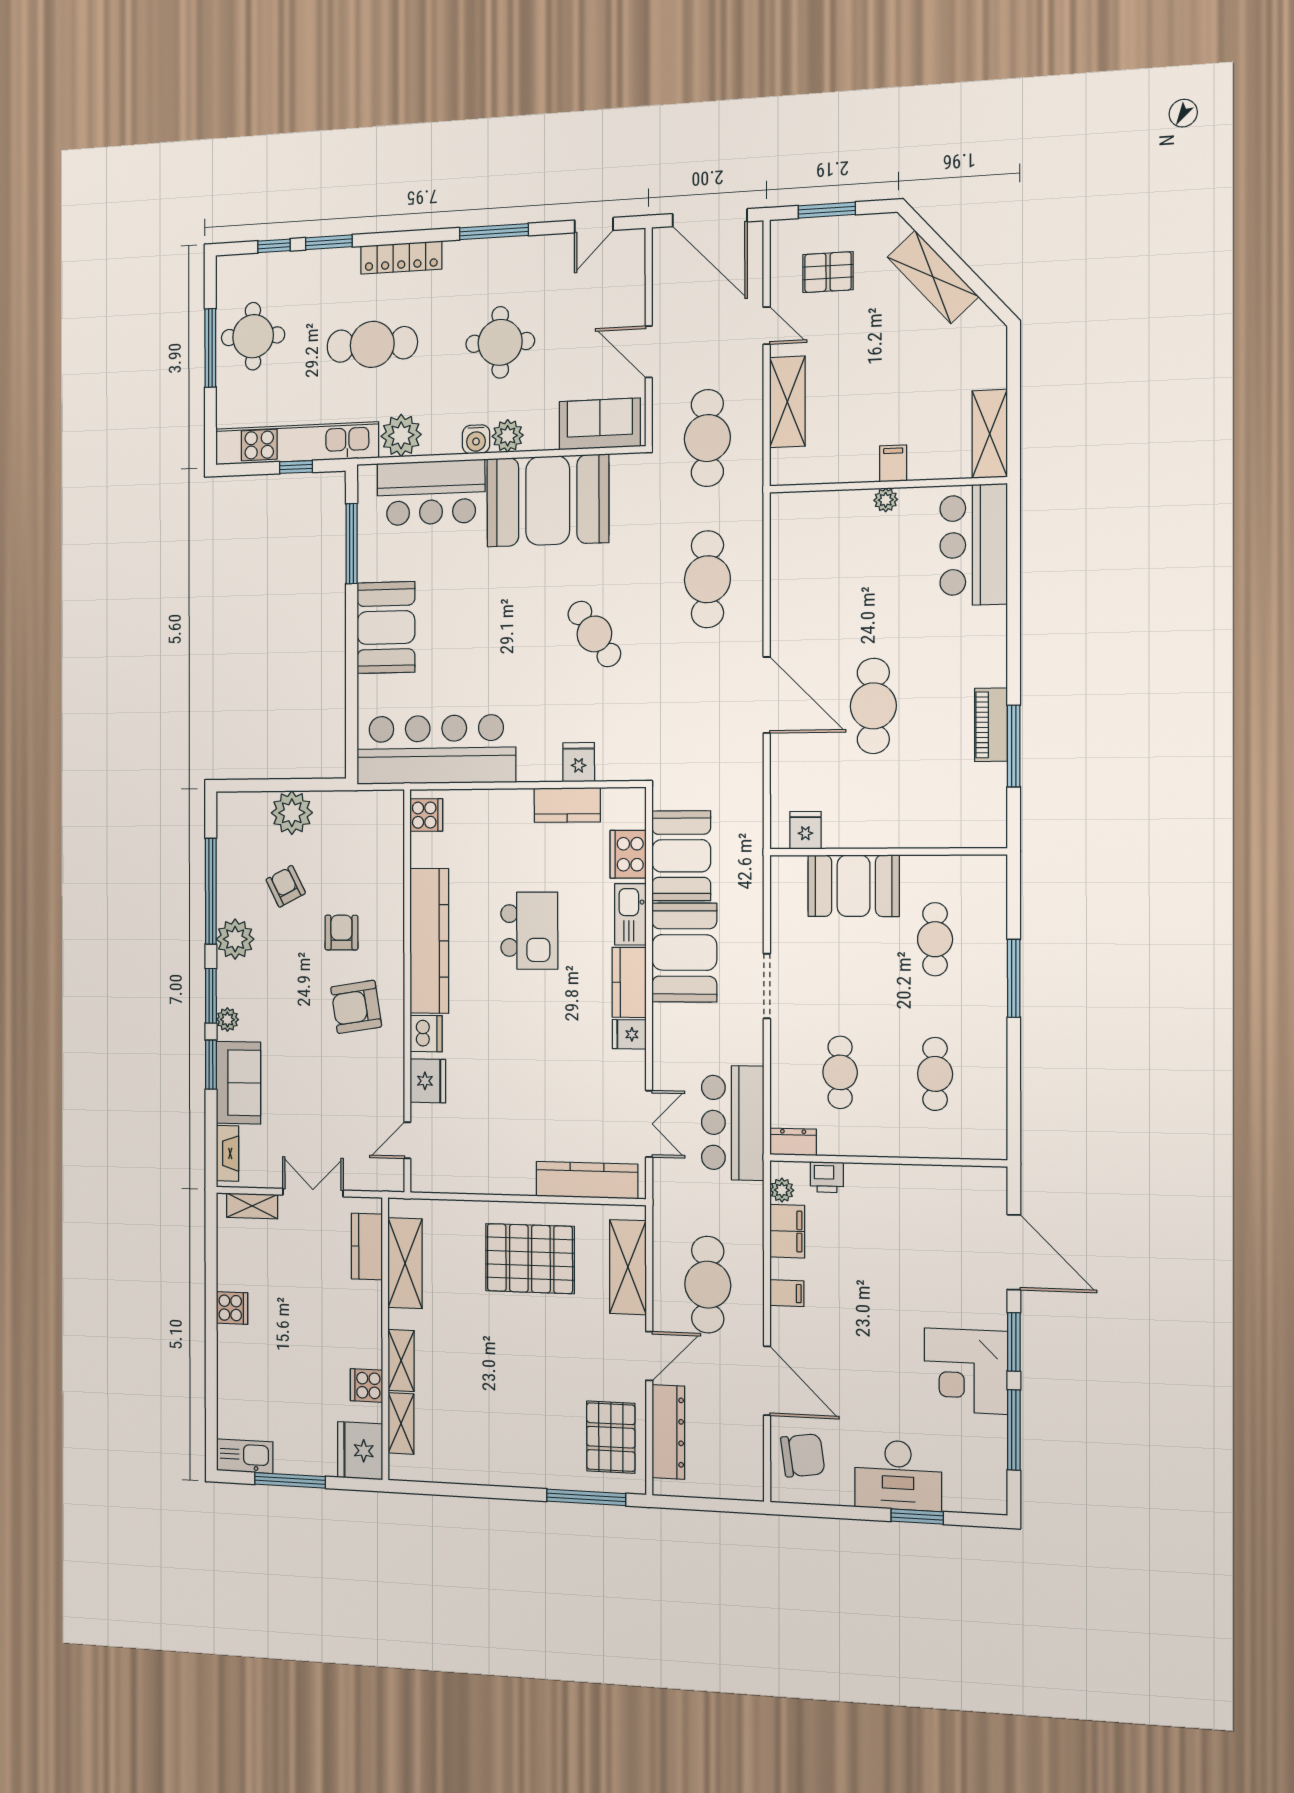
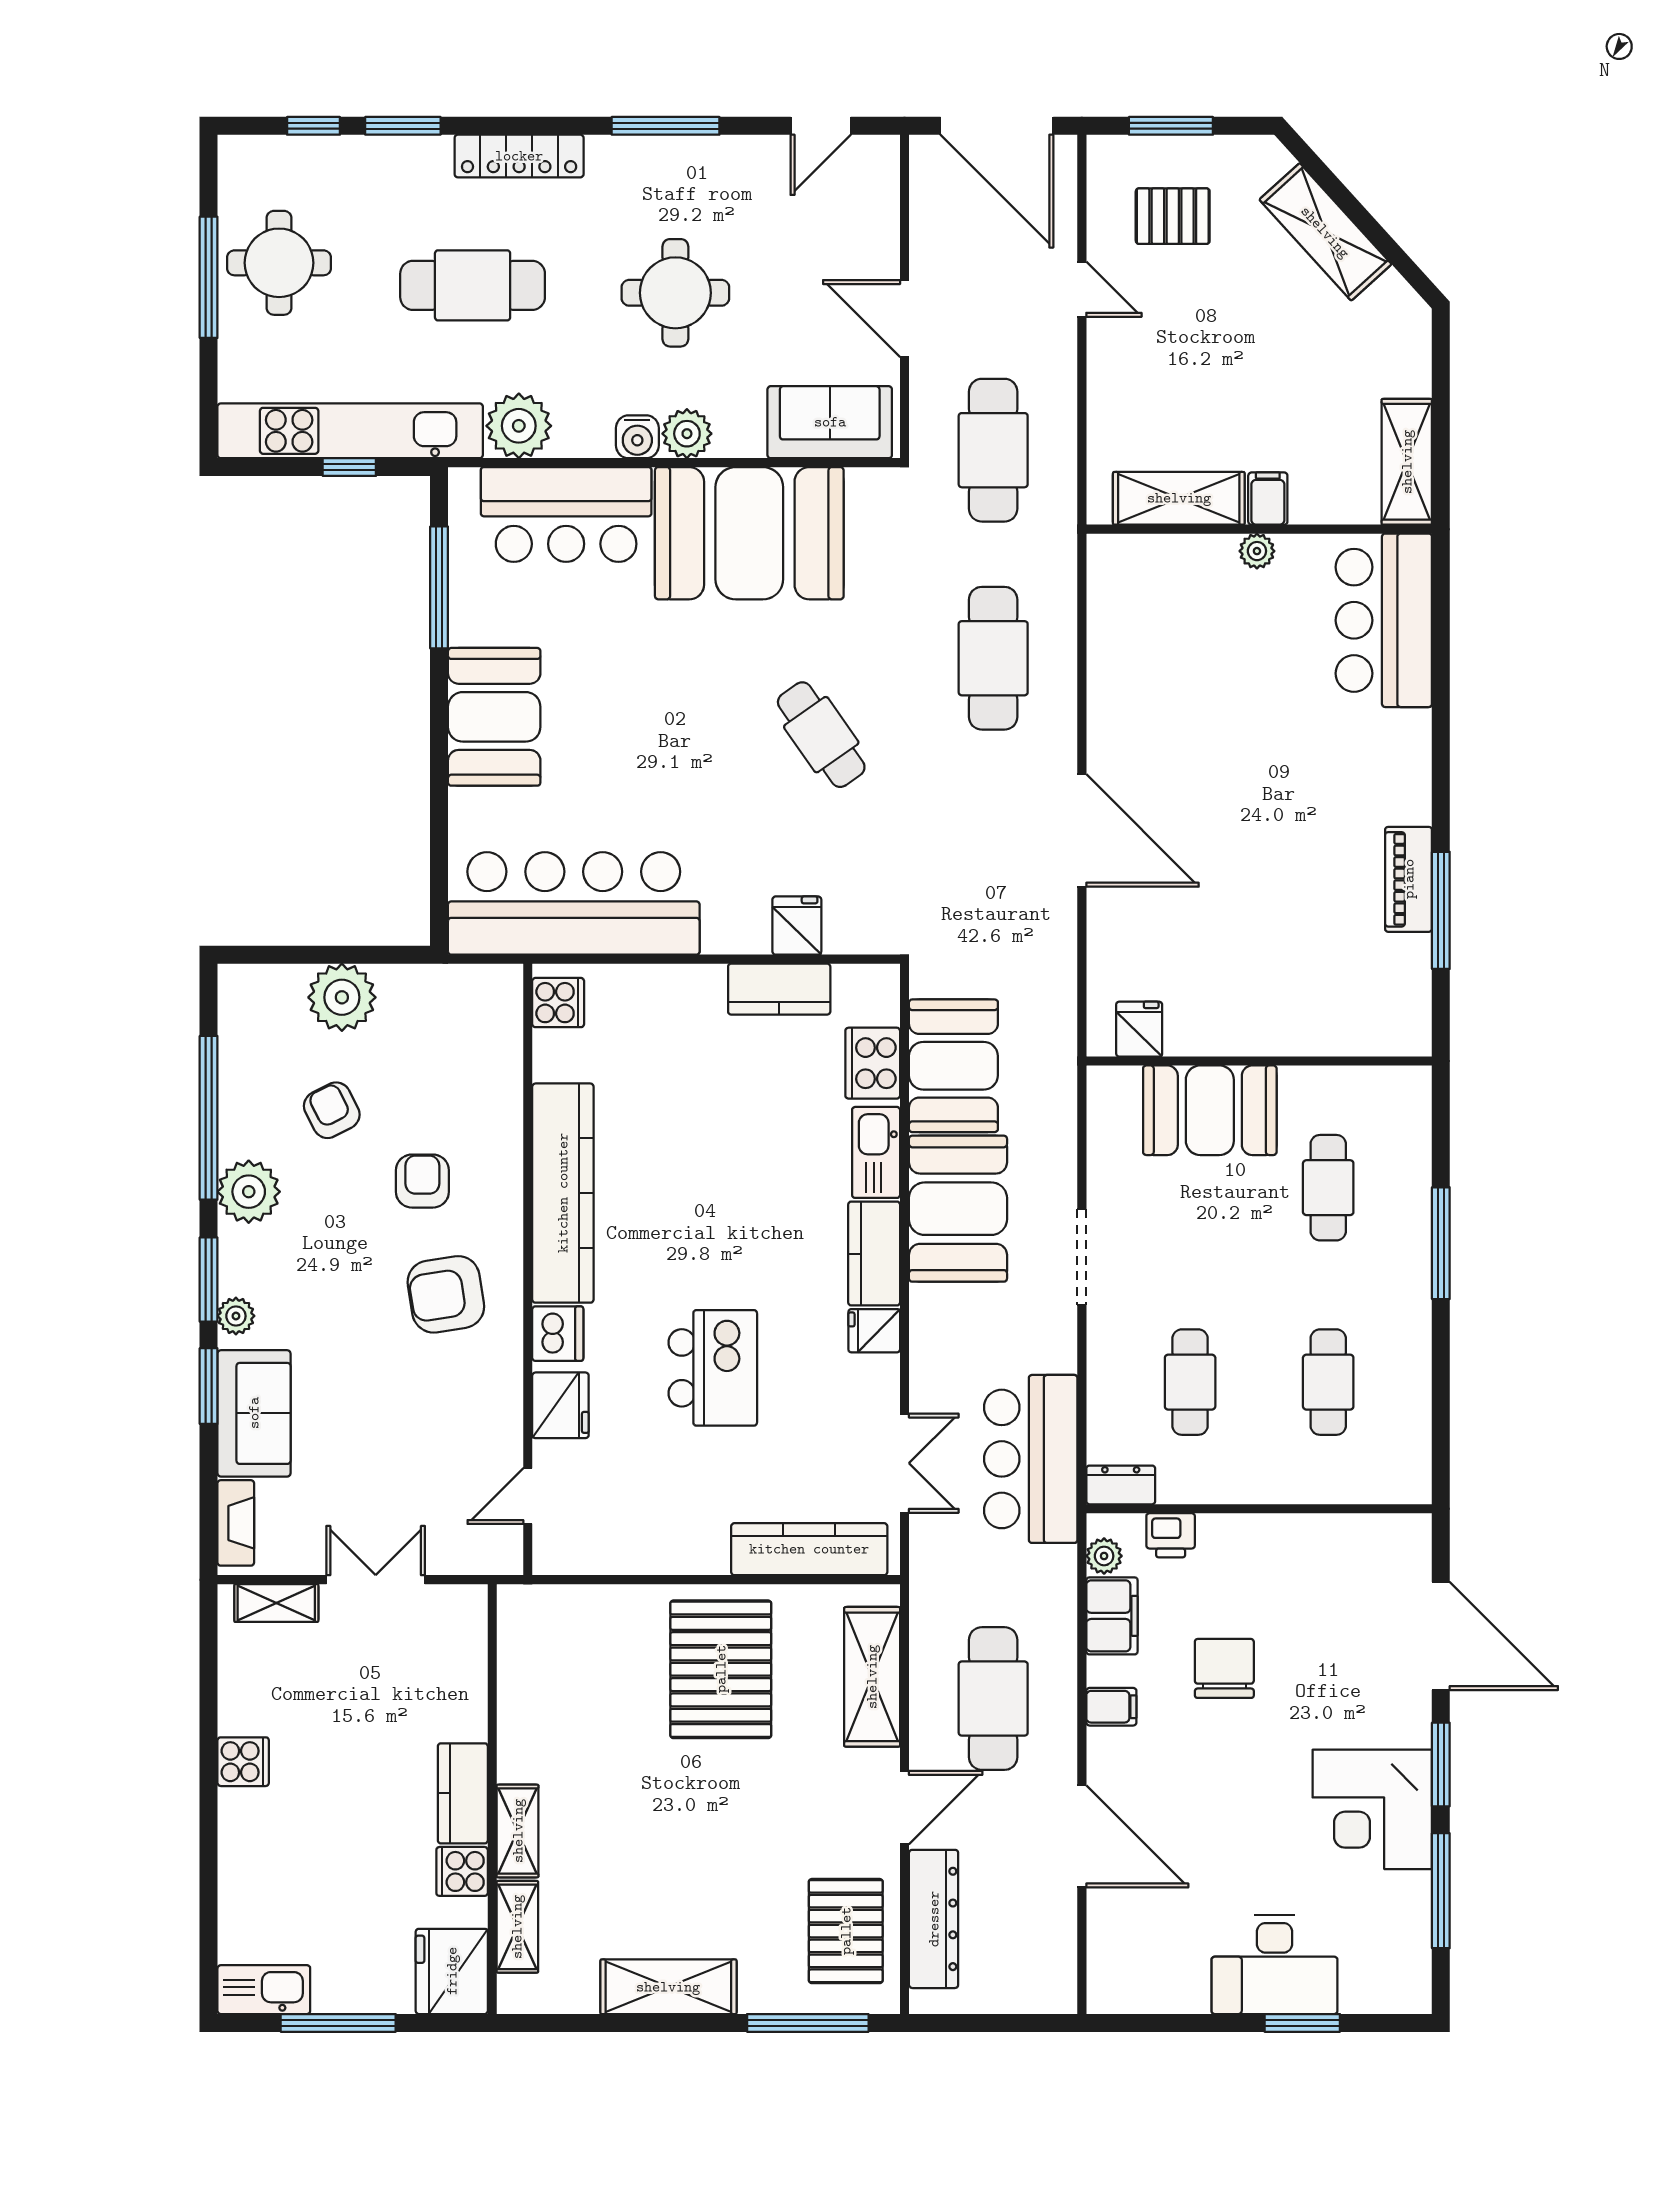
shelving: (787, 402) -> (1179, 498), moved, turned 90
cafe table: (873, 706) -> (1239, 849), removed
kitchen island: (529, 931) -> (713, 1368), moved
kitchen counter: (367, 1247) -> (463, 1793), moved
pallet: (530, 1259) -> (721, 1669), turned 90
shelving: (405, 1263) -> (668, 1987), moved, turned 90
chair: (803, 1455) -> (1224, 1668), moved, turned -82

